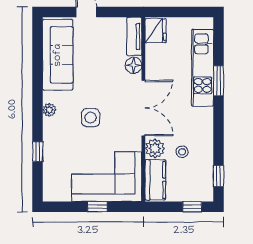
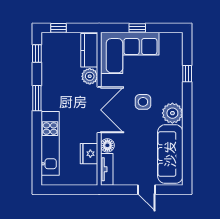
fridge: (156, 31) -> (89, 154), moved
window: (219, 81) -> (37, 98), moved
double door: (143, 108) -> (99, 110), swing flipped
plant: (49, 110) -> (172, 113), width x1.88, depth x1.88
stool: (182, 152) -> (67, 74), removed

